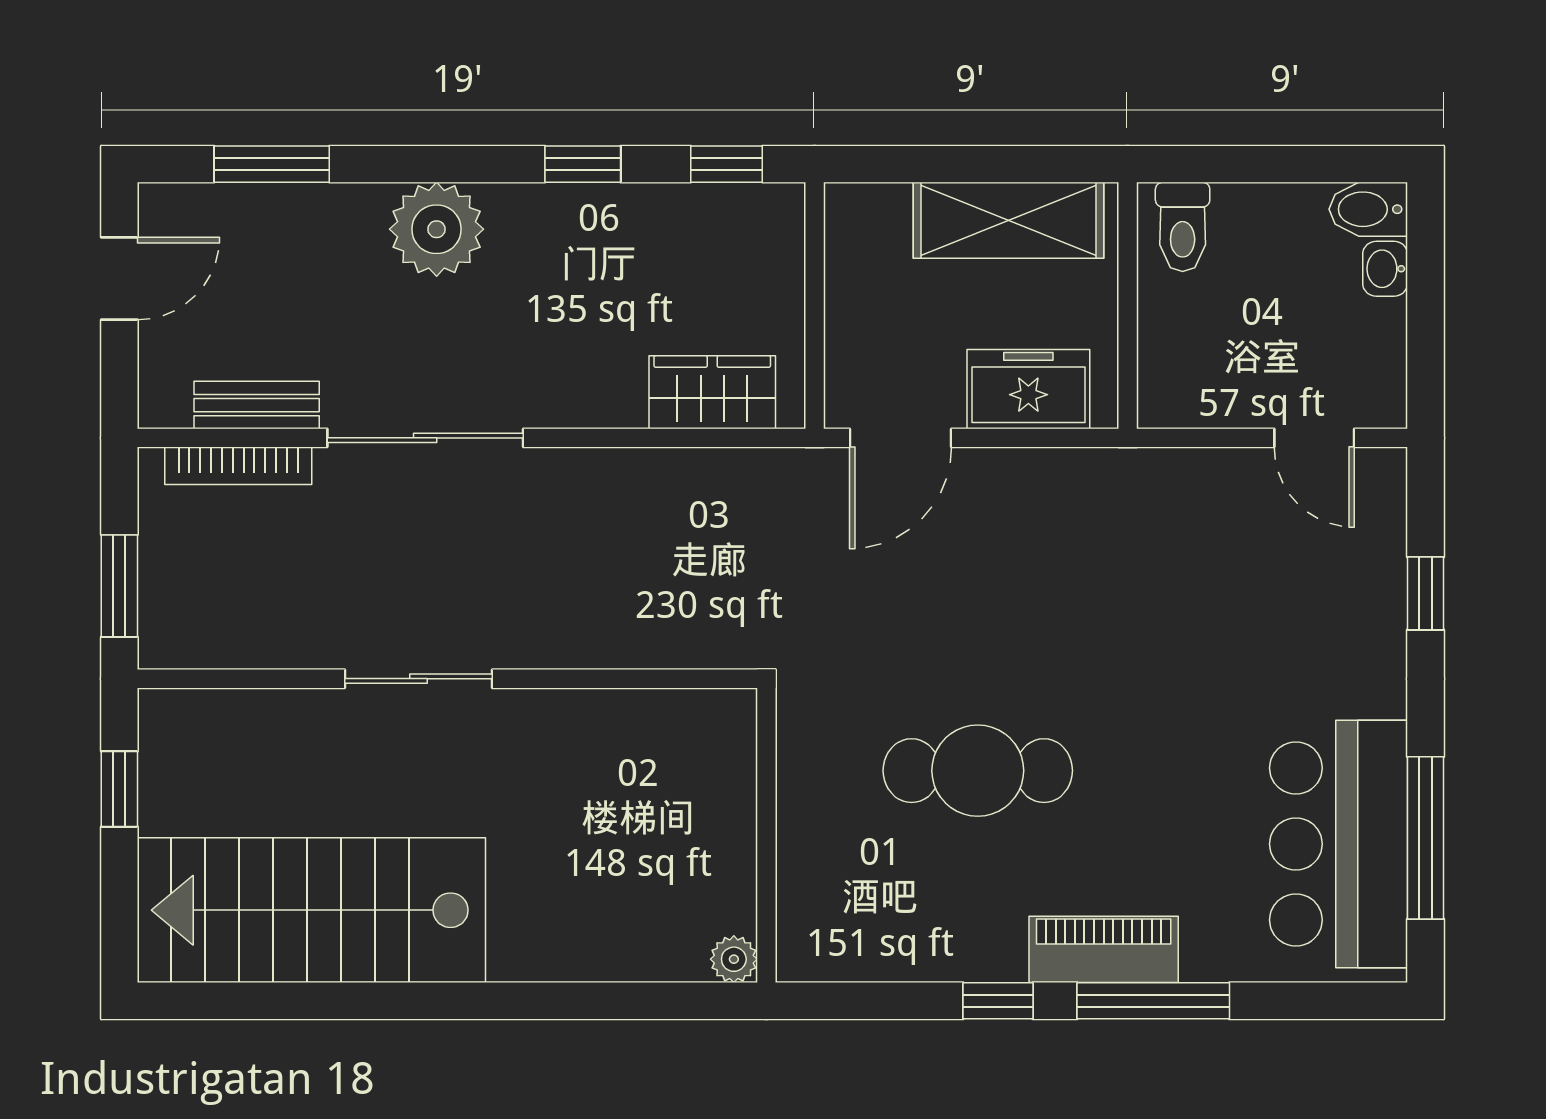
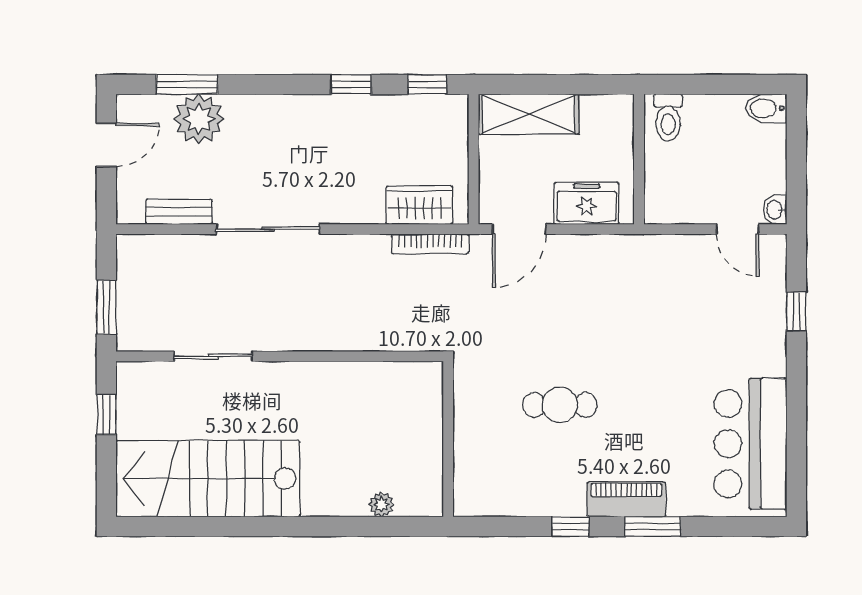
shelving: (1009, 220) -> (529, 114), moved
plant: (437, 229) -> (199, 119), moved
washbasin: (1385, 269) -> (775, 210), moved
bookcase: (238, 466) -> (430, 244), moved
sliding door: (419, 679) -> (213, 356), moved
cafe table: (978, 771) -> (560, 405), width x0.73, depth x0.74
window: (1425, 838) -> (796, 440), removed
plant: (734, 959) -> (381, 505), moved
window: (1153, 1001) -> (653, 526), width x0.69

